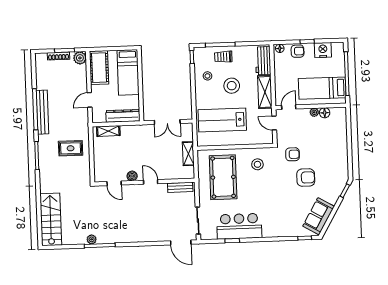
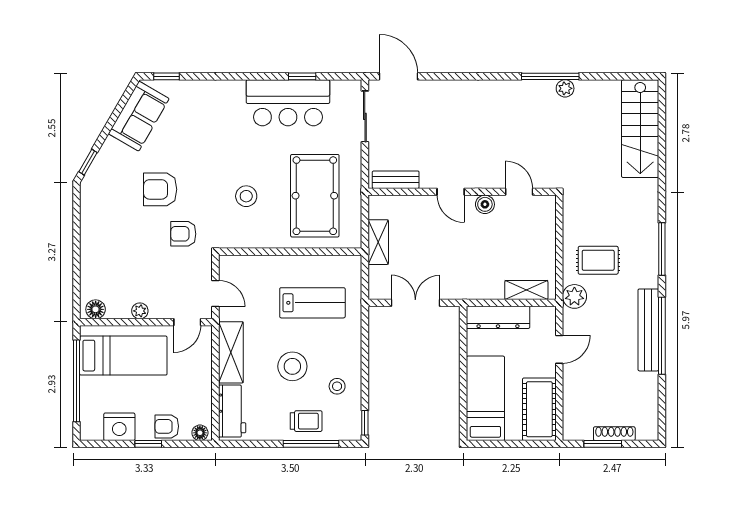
plant: (80, 58) -> (574, 296), moved
floor lamp: (325, 113) -> (96, 309), moved
lab bench: (222, 120) -> (312, 303), width x0.73, depth x0.72
stool: (257, 164) -> (246, 196), moved

